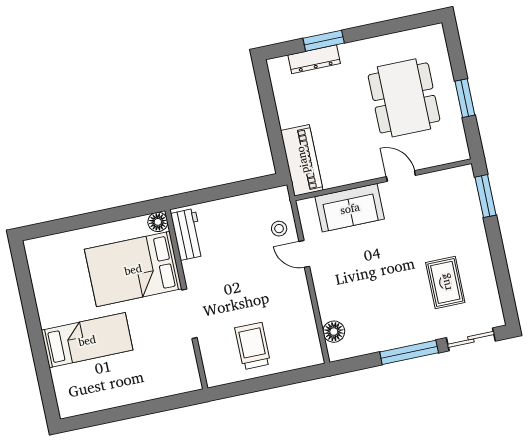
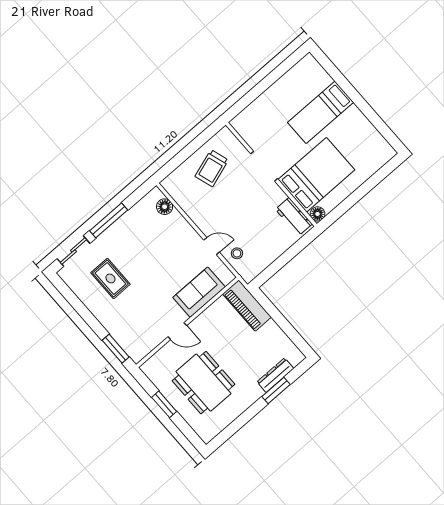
trolley: (253, 346) -> (212, 168), turned 72

